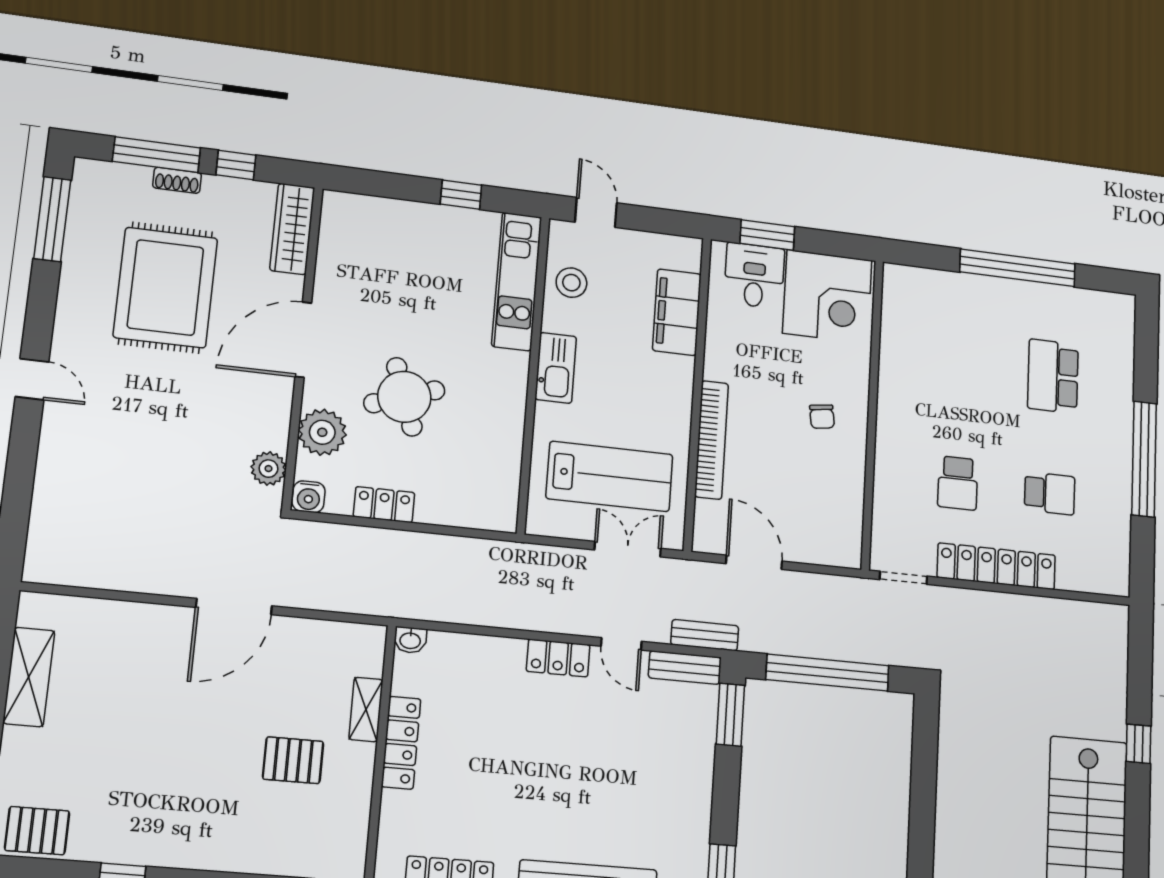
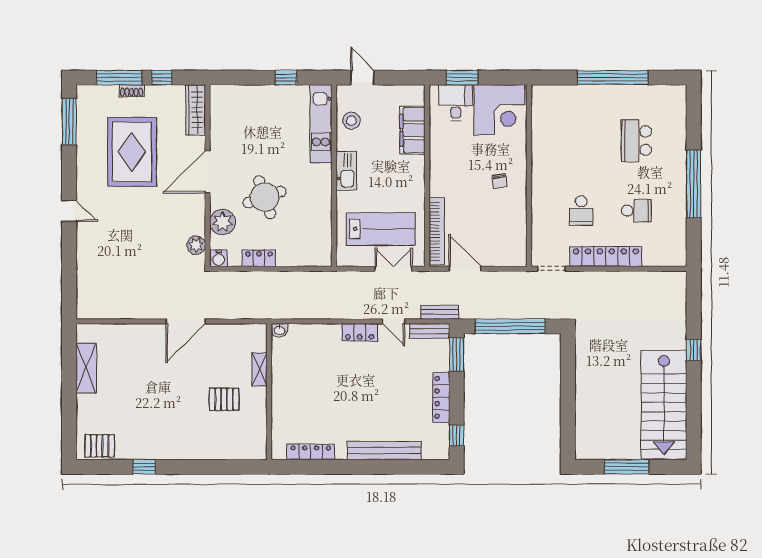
bookcase: (712, 440) -> (437, 231), moved
locker: (401, 743) -> (441, 397), moved, turned 180

